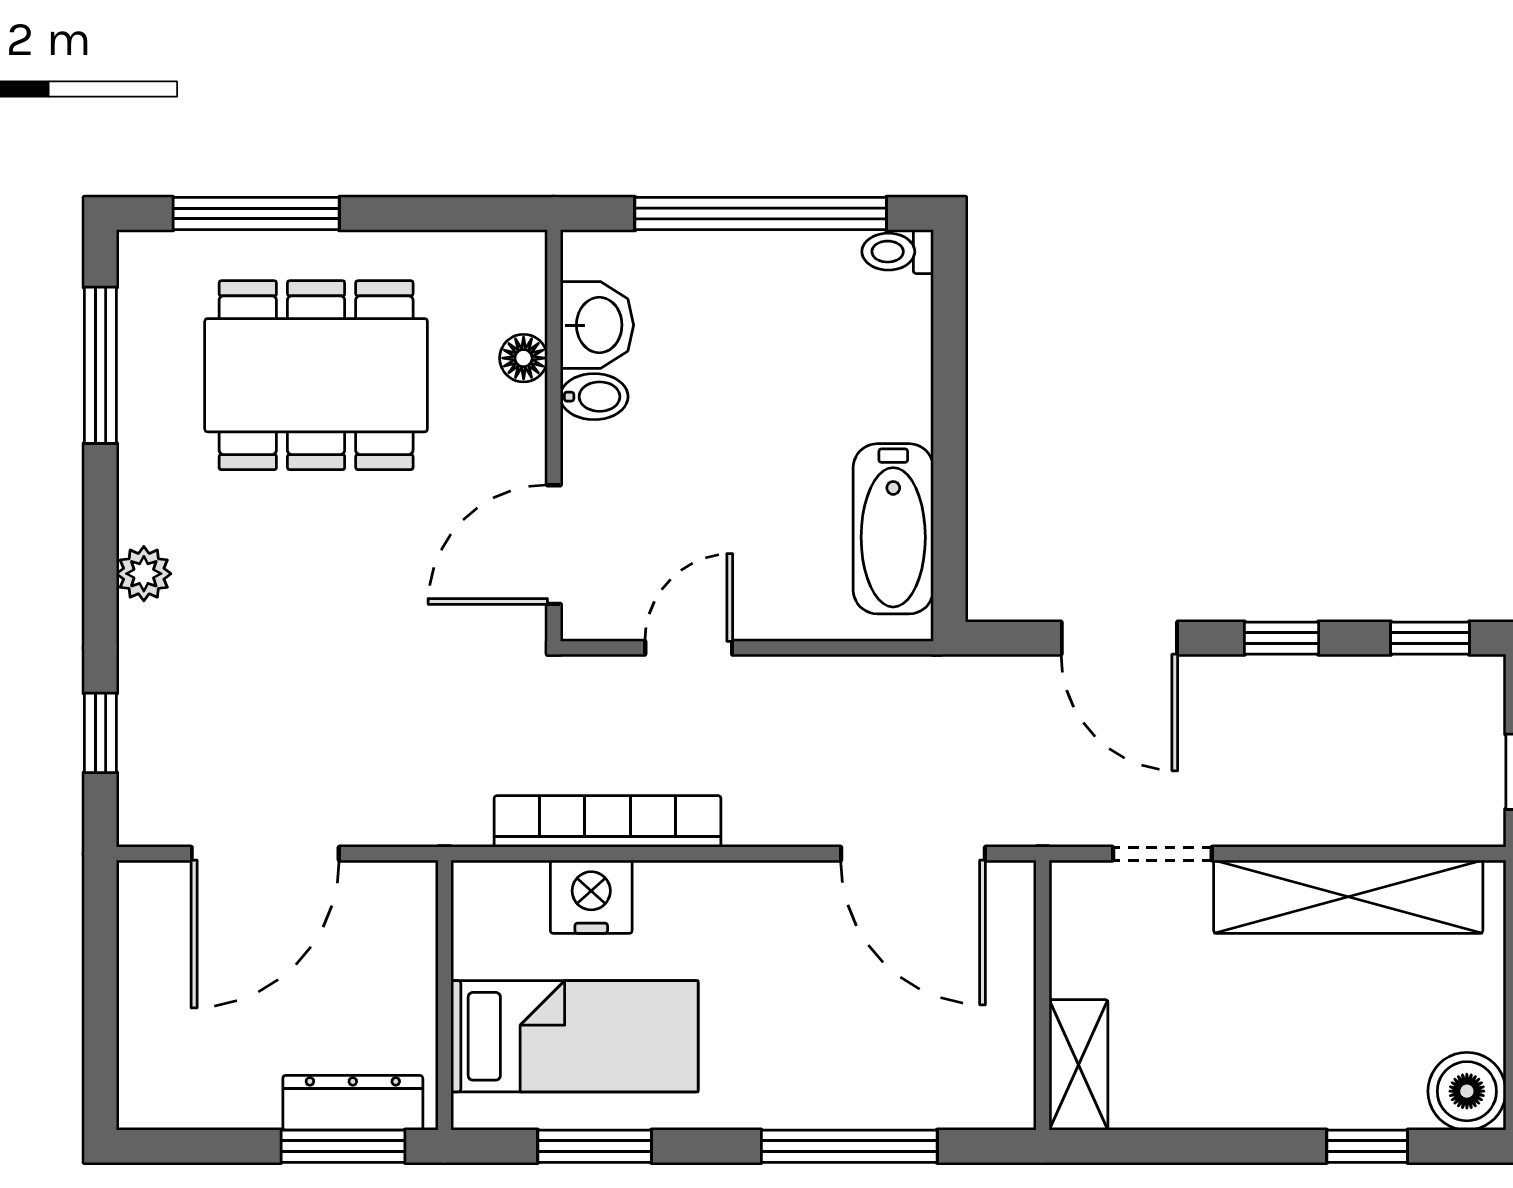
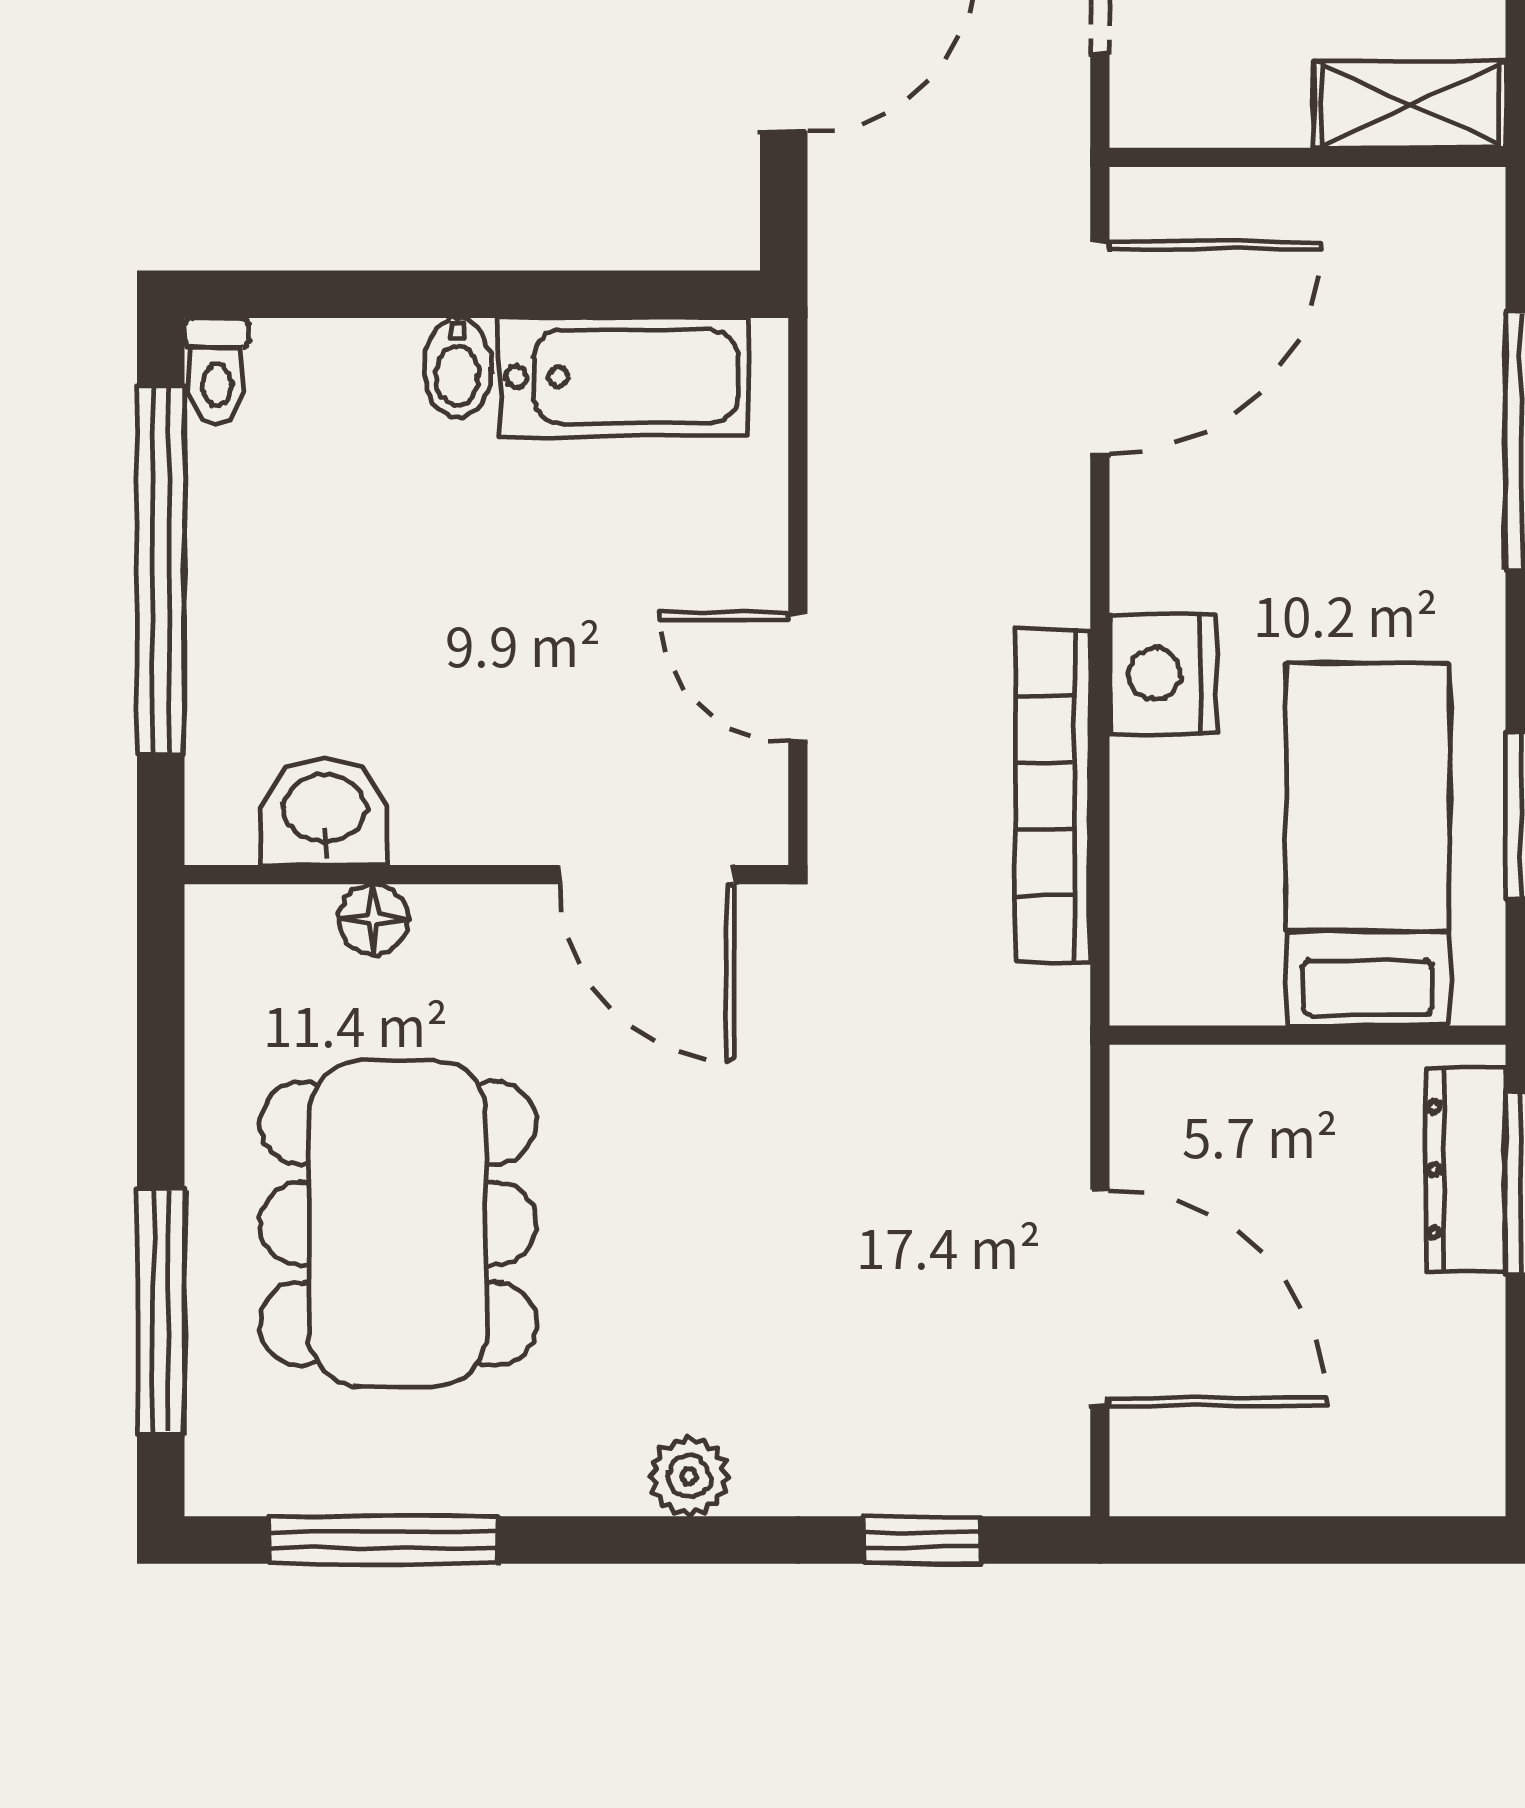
bidet: (594, 397) -> (457, 368), moved, turned 180
nightstand: (591, 897) -> (1163, 674), moved

